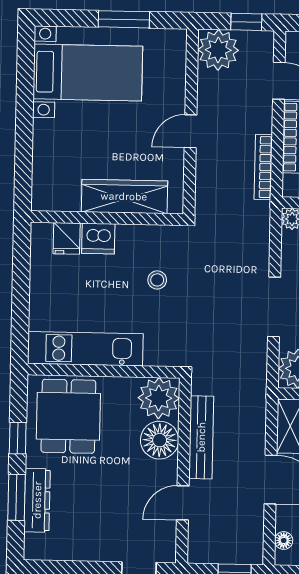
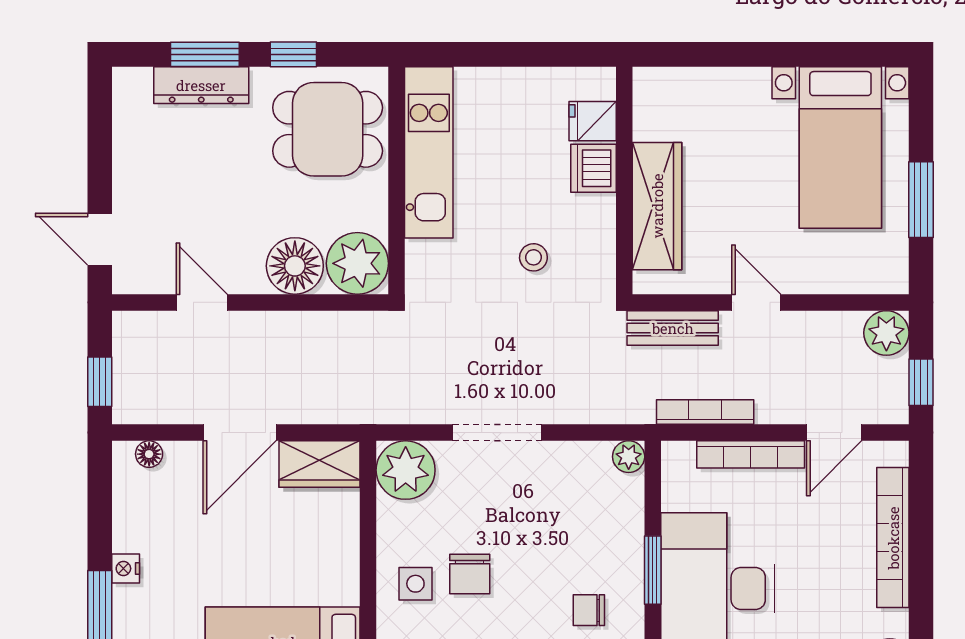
plant: (218, 50) -> (886, 333), width x0.73, depth x0.73
bench: (201, 437) -> (673, 328), moved, width x0.73

